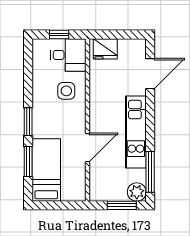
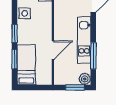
side table: (66, 91) -> (25, 13), moved
window: (150, 172) -> (93, 56), moved

